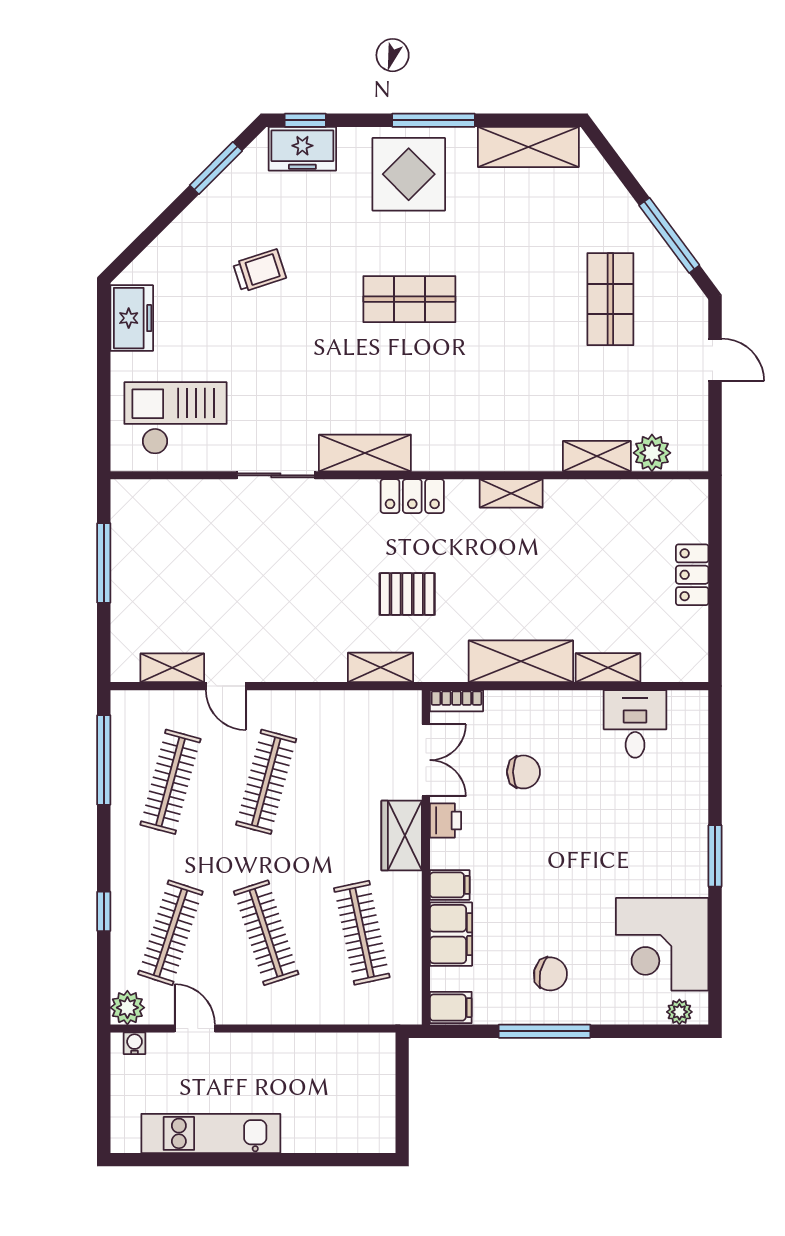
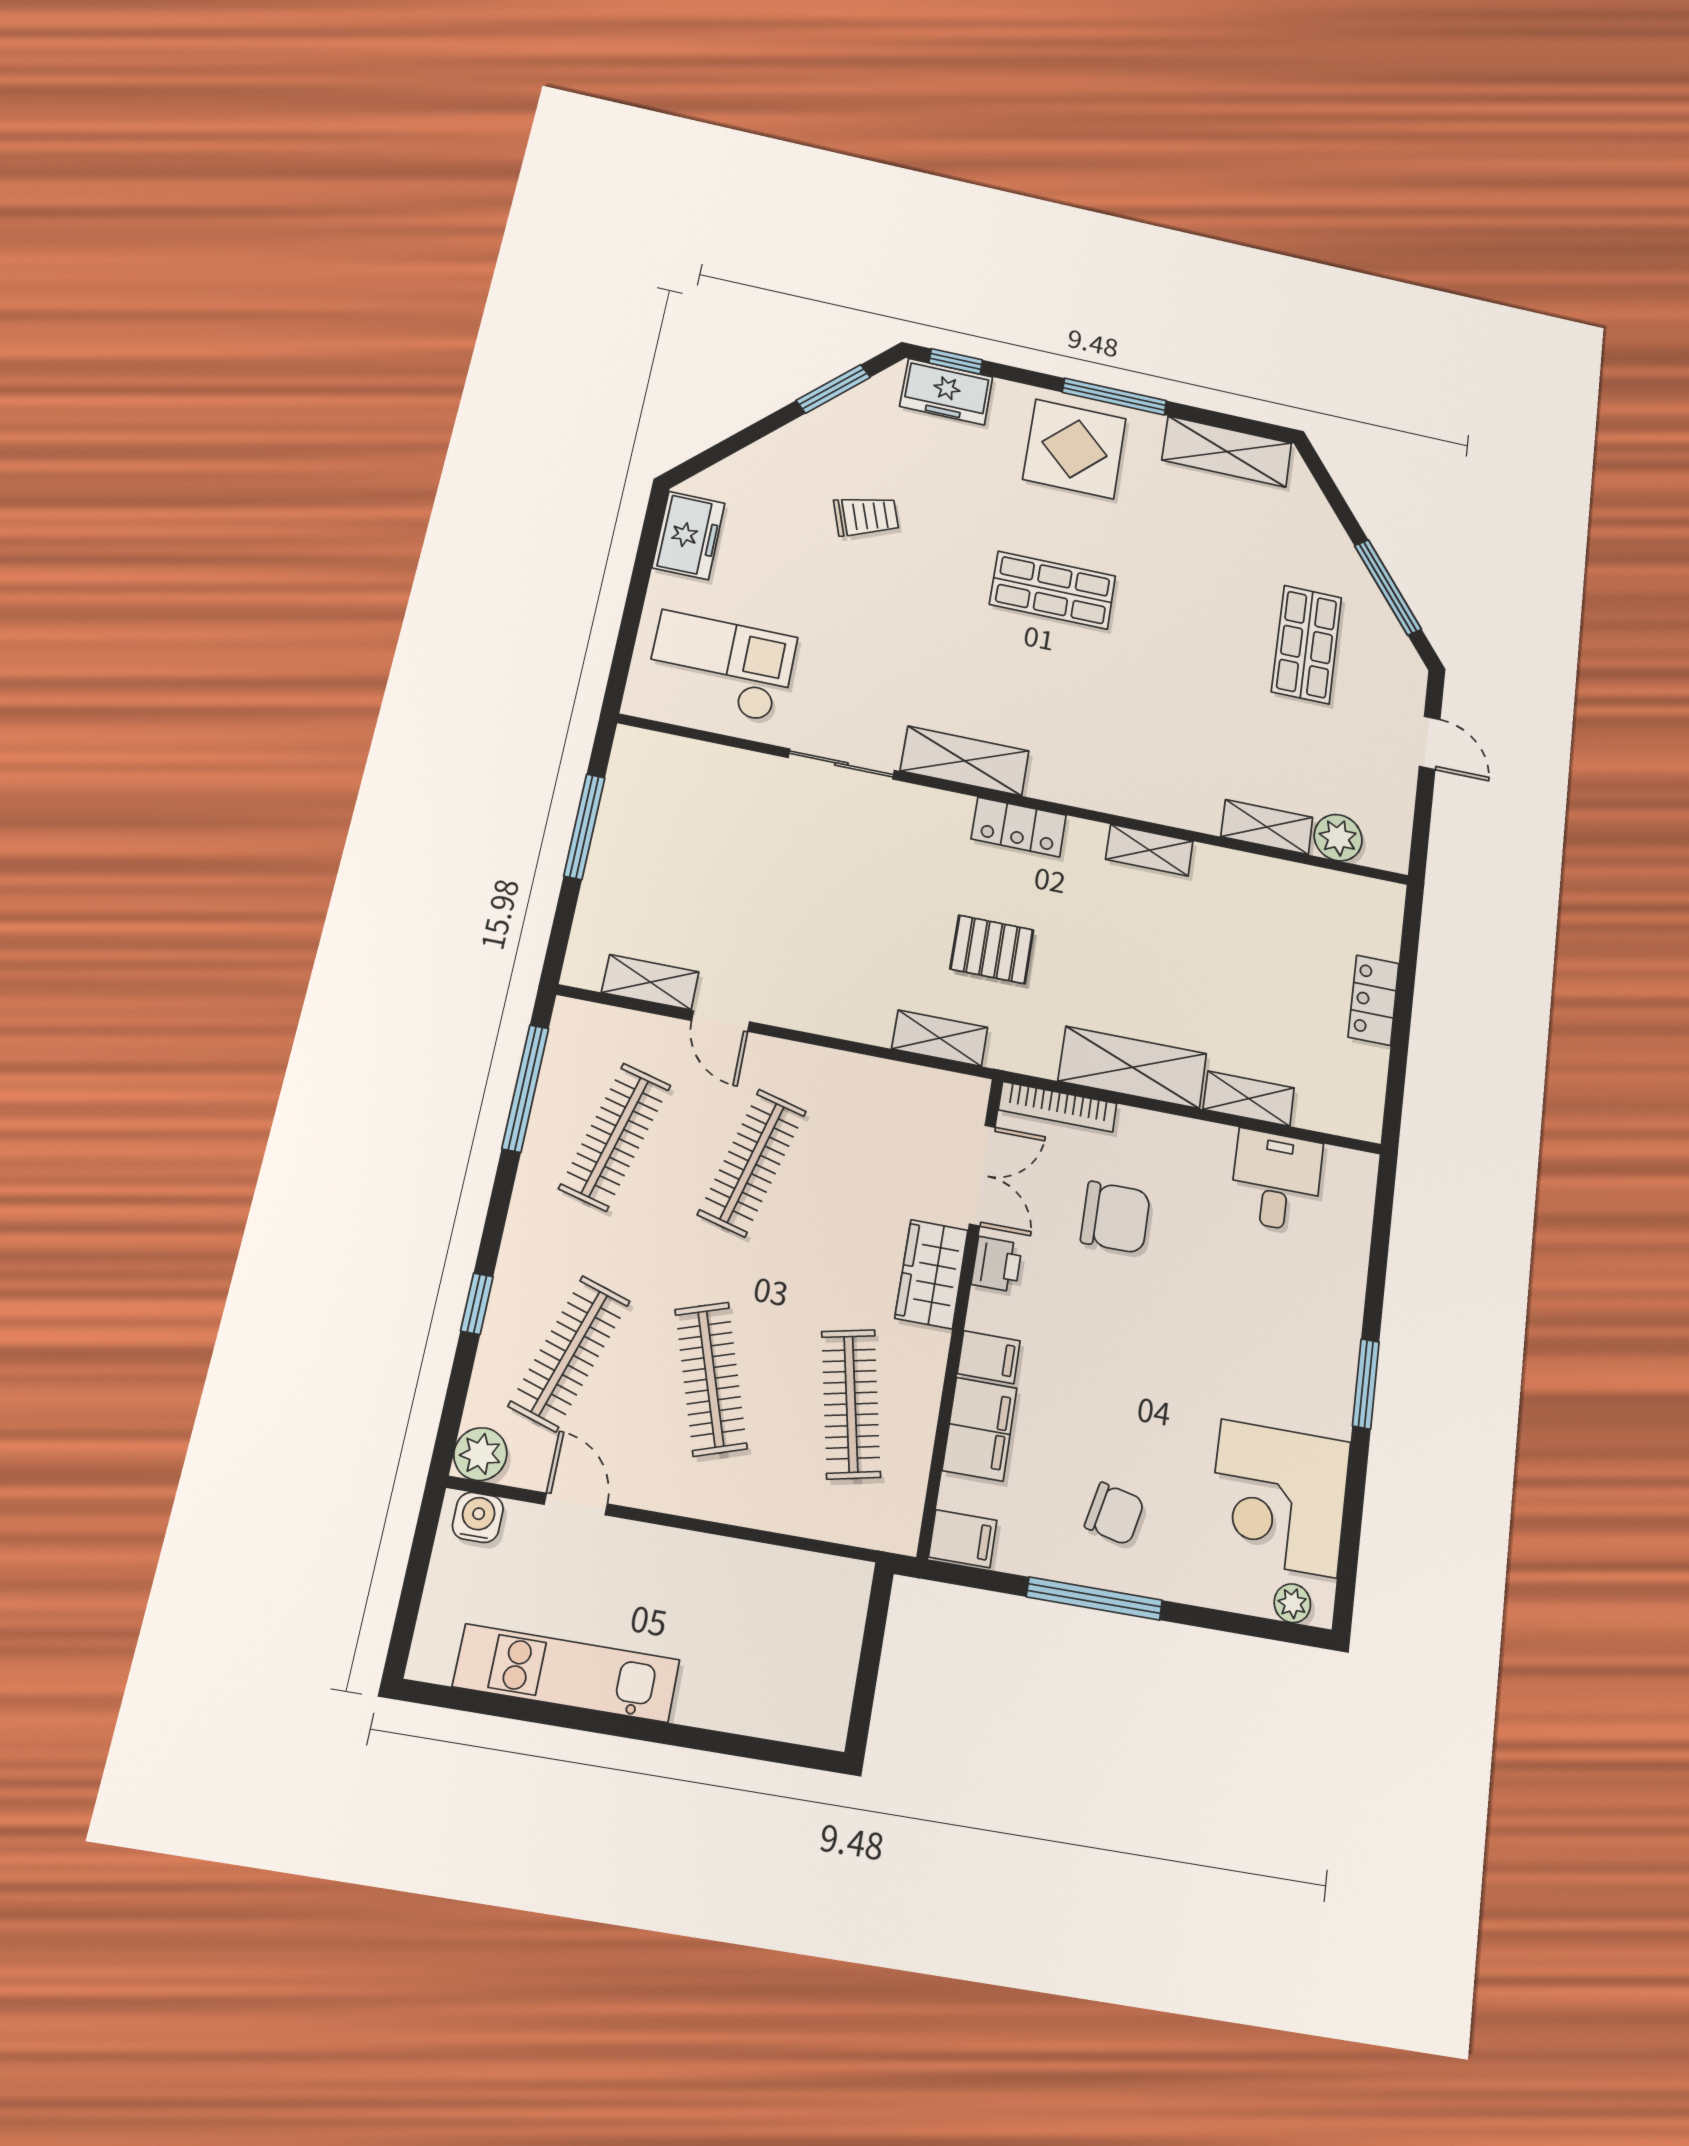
bookcase: (456, 701) -> (1058, 1107), width x1.56
chair: (523, 772) -> (1115, 1217), width x1.37, depth x1.37
water cooler: (135, 1043) -> (478, 1517), width x1.38, depth x1.38

